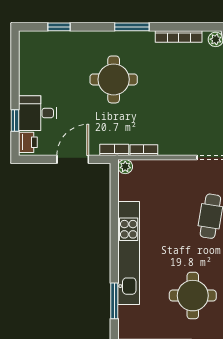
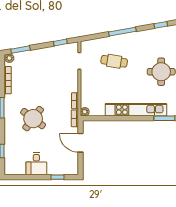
round table: (114, 79) -> (33, 119), turned 37
desk: (37, 113) -> (36, 164), moved
printer: (28, 142) -> (70, 169), removed

